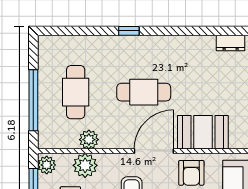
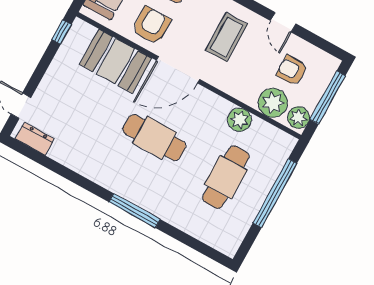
window: (129, 31) -> (135, 211), width x2.17
plant: (85, 165) -> (273, 103), moved

